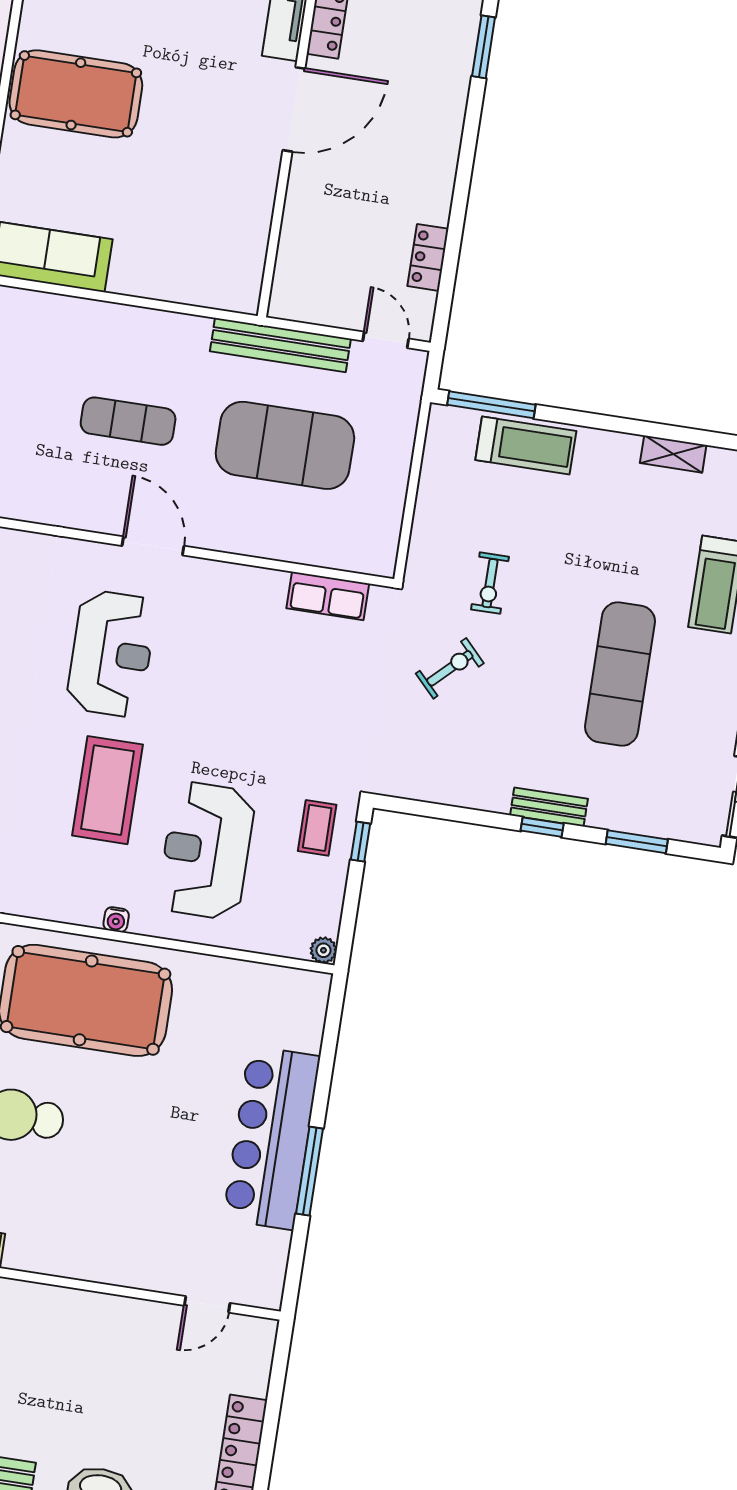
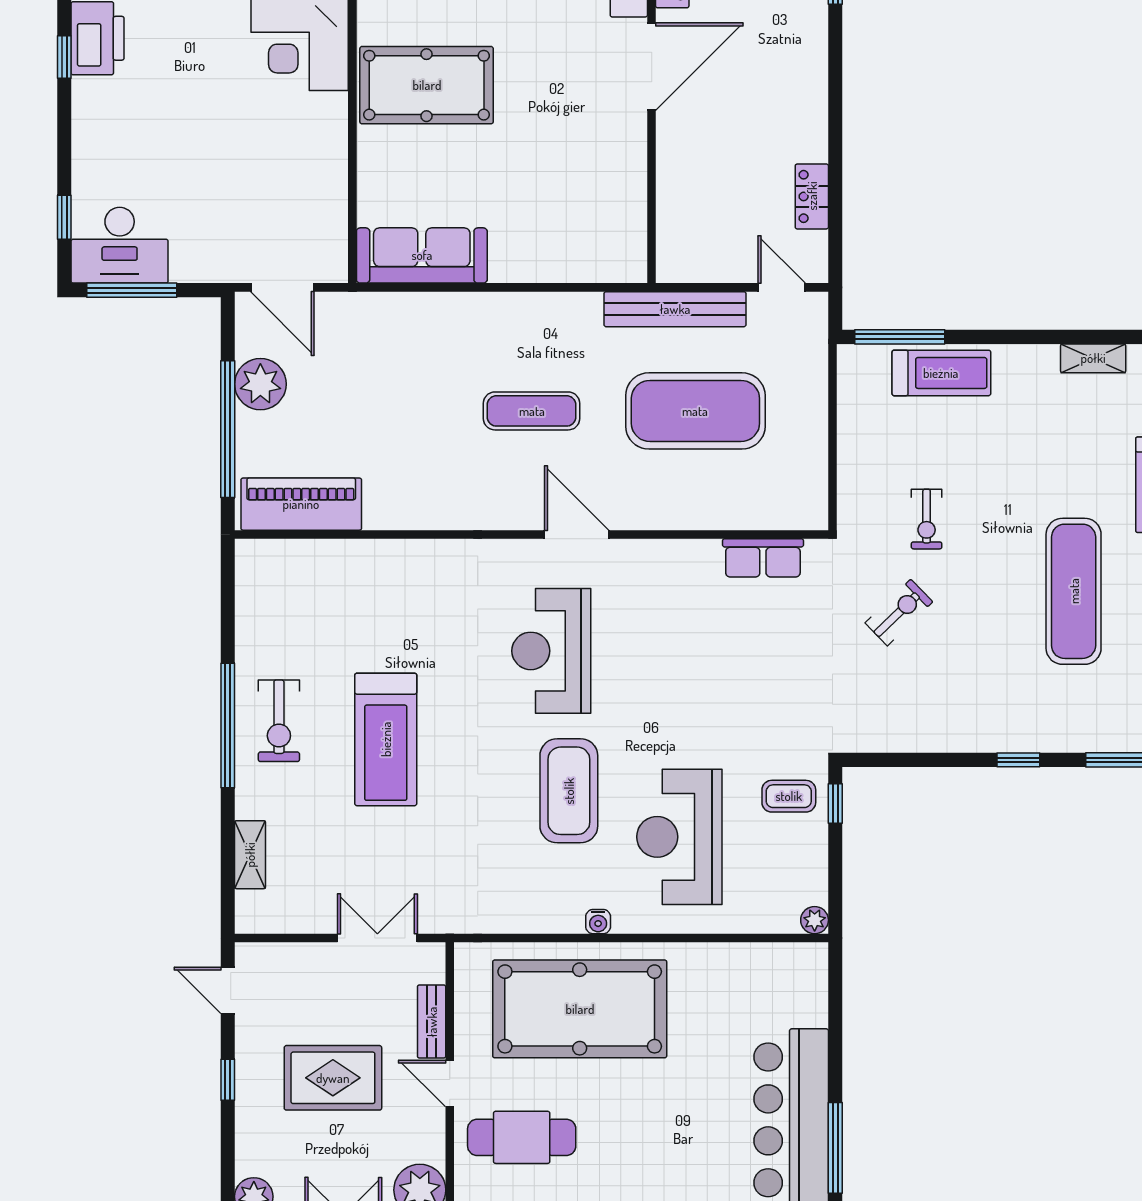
reception desk: (111, 654) -> (551, 651), turned 180
bench: (549, 807) -> (1022, 738), removed
coffee table: (317, 828) -> (789, 796), turned 90

